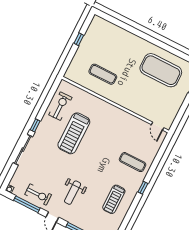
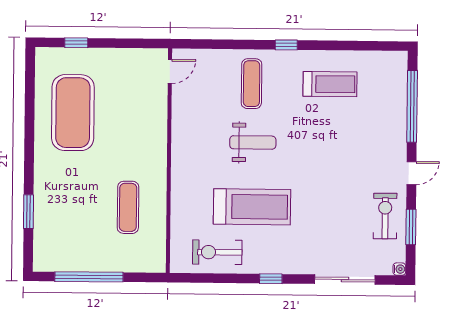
window: (124, 26) -> (29, 212), added
window: (79, 39) -> (89, 277), width x3.17
sliding door: (23, 150) -> (345, 280), moved
weight bench: (73, 193) -> (253, 142), moved
window: (27, 204) -> (411, 227), width x0.69

